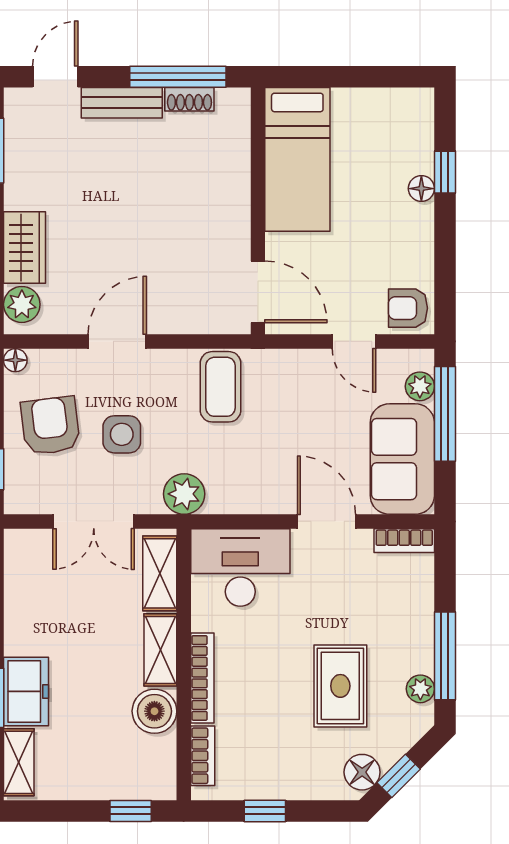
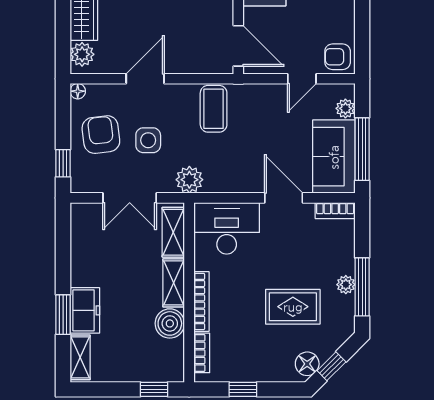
door: (354, 341) -> (302, 79), hinge flipped
window: (445, 414) -> (362, 149), moved
rug: (340, 686) -> (293, 307), turned 90
plant: (420, 689) -> (346, 285), moved

